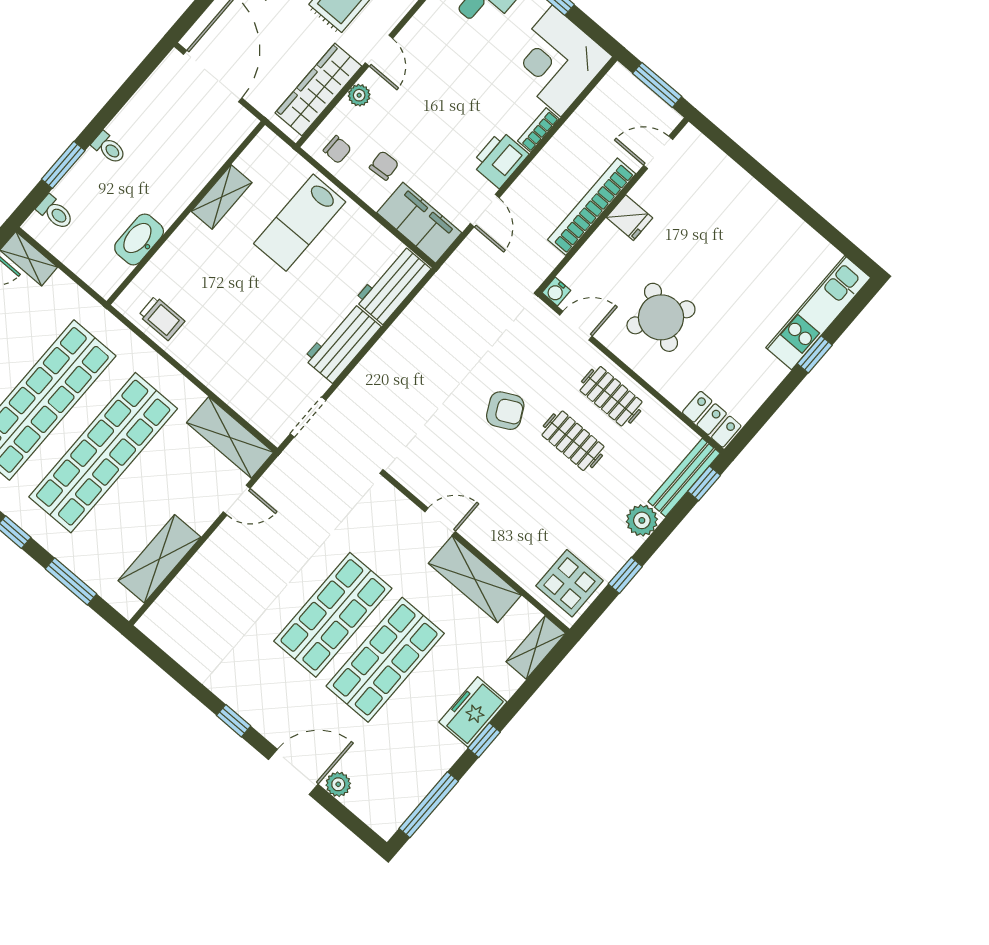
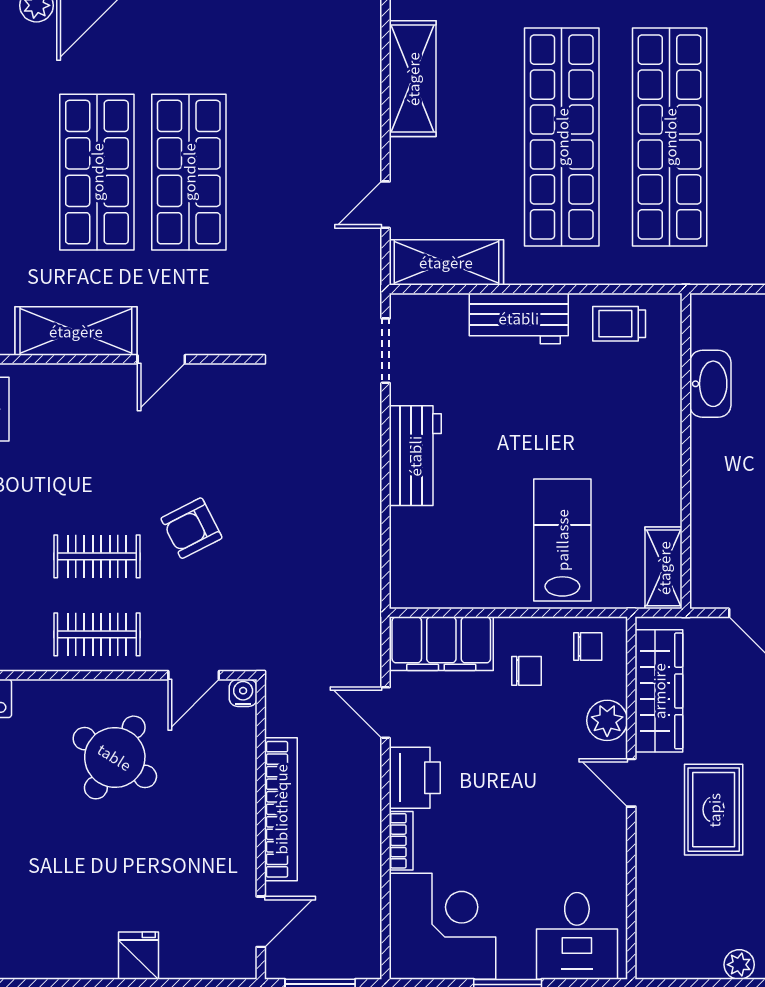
plant: (359, 95) -> (607, 720), width x1.38, depth x1.38
chair: (337, 150) -> (588, 647), turned 180
chair: (384, 166) -> (527, 671), turned -86
shelving: (222, 197) -> (664, 568), moved
fridge: (629, 218) -> (138, 956), moved, turned 90
workbench: (392, 284) -> (519, 318), moved, turned 90

